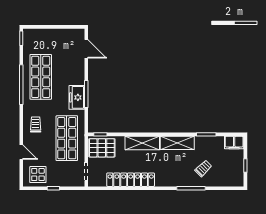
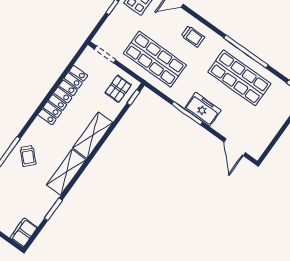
door: (86, 49) -> (235, 147), hinge flipped
freezer: (77, 97) -> (203, 109), moved
pallet: (102, 148) -> (118, 89), width x0.67, depth x0.71
trolley: (203, 168) -> (28, 156), moved

